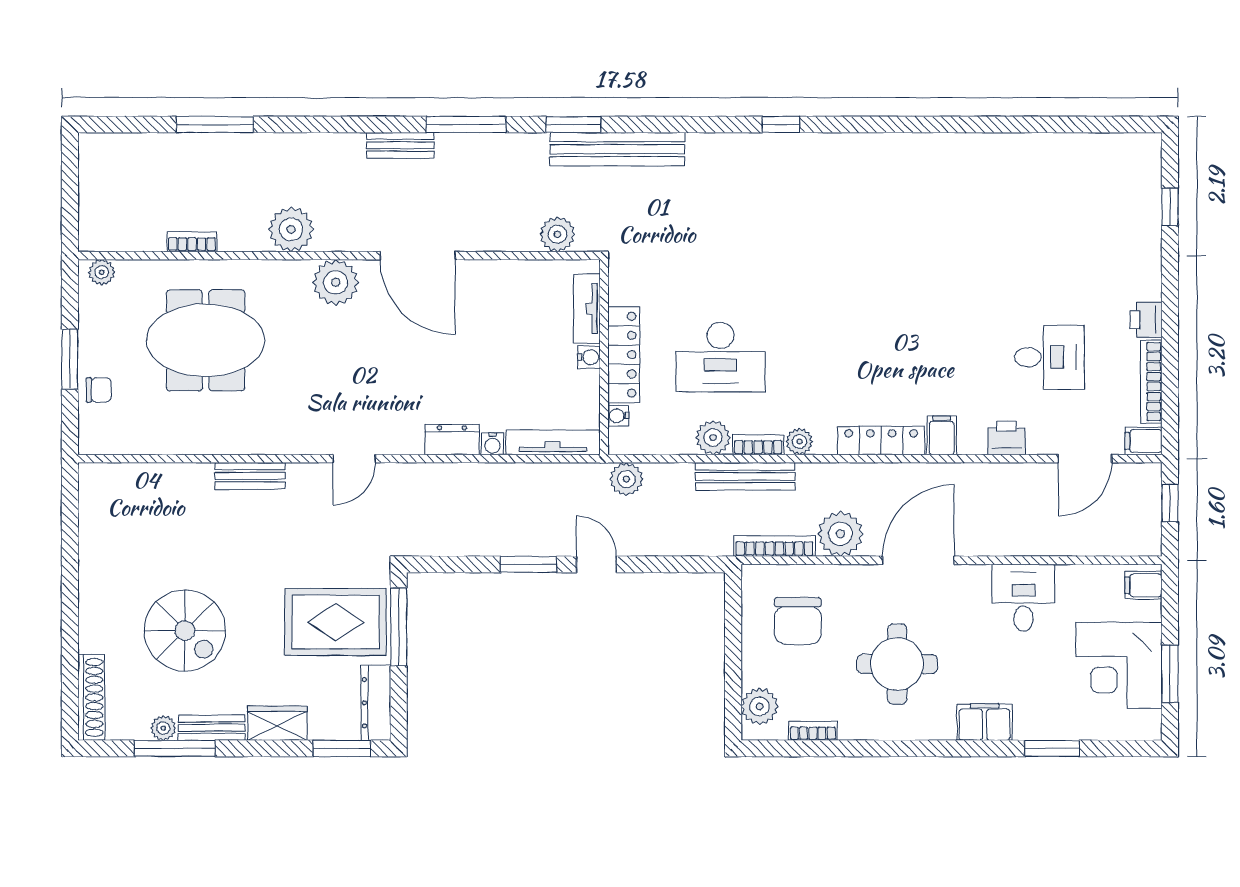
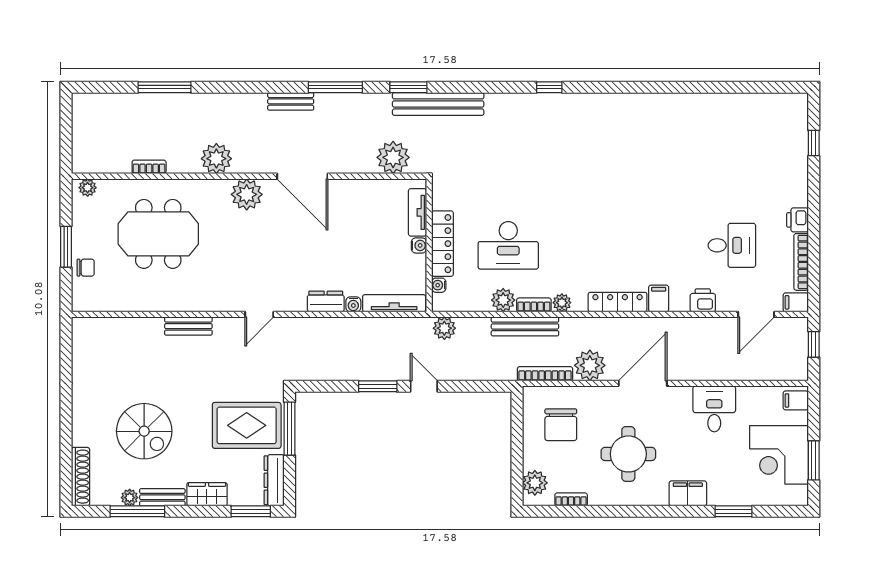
plant: (557, 234) -> (393, 157), width x1.36, depth x1.36

